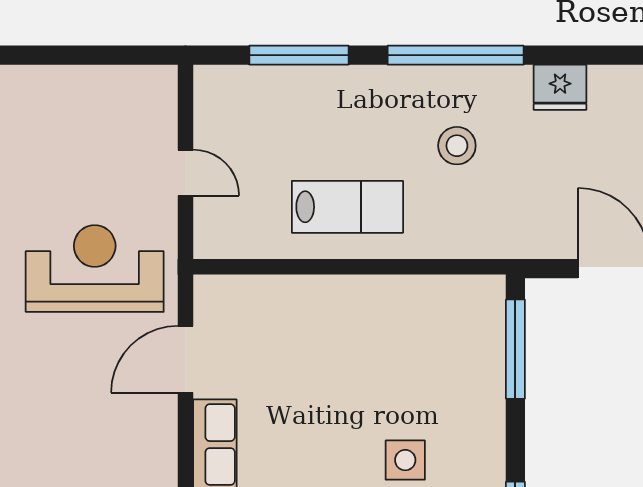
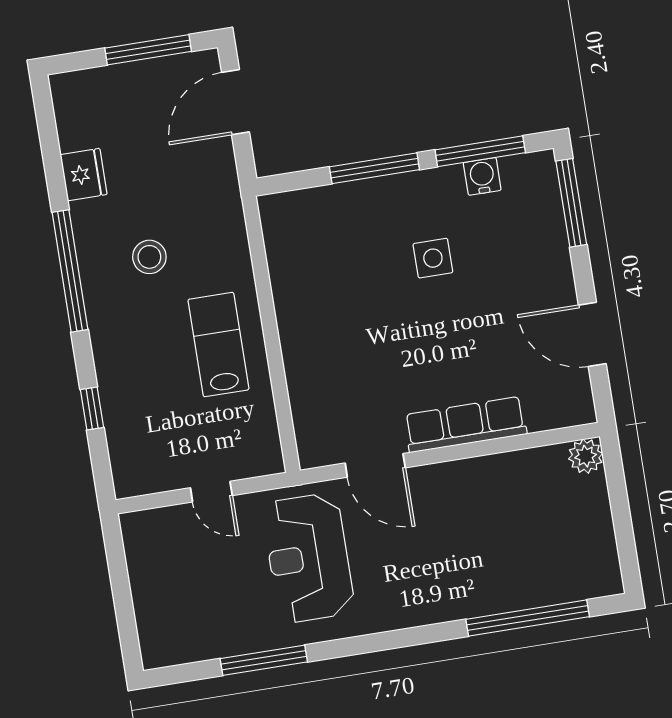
window: (299, 55) -> (92, 408), width x0.46
door: (186, 173) -> (211, 492), swing flipped
window: (515, 349) -> (374, 168), moved

